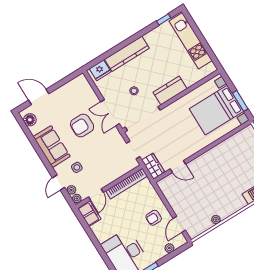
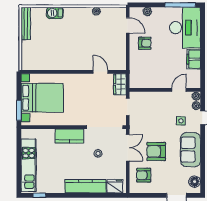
armchair: (80, 97) -> (144, 175), added
window: (240, 101) -> (19, 110), moved
armchair: (82, 125) -> (156, 151), turned 180
bookcase: (126, 184) -> (149, 84), removed
filing cabinet: (89, 214) -> (194, 59), moved
door: (179, 224) -> (128, 25), hinge flipped

